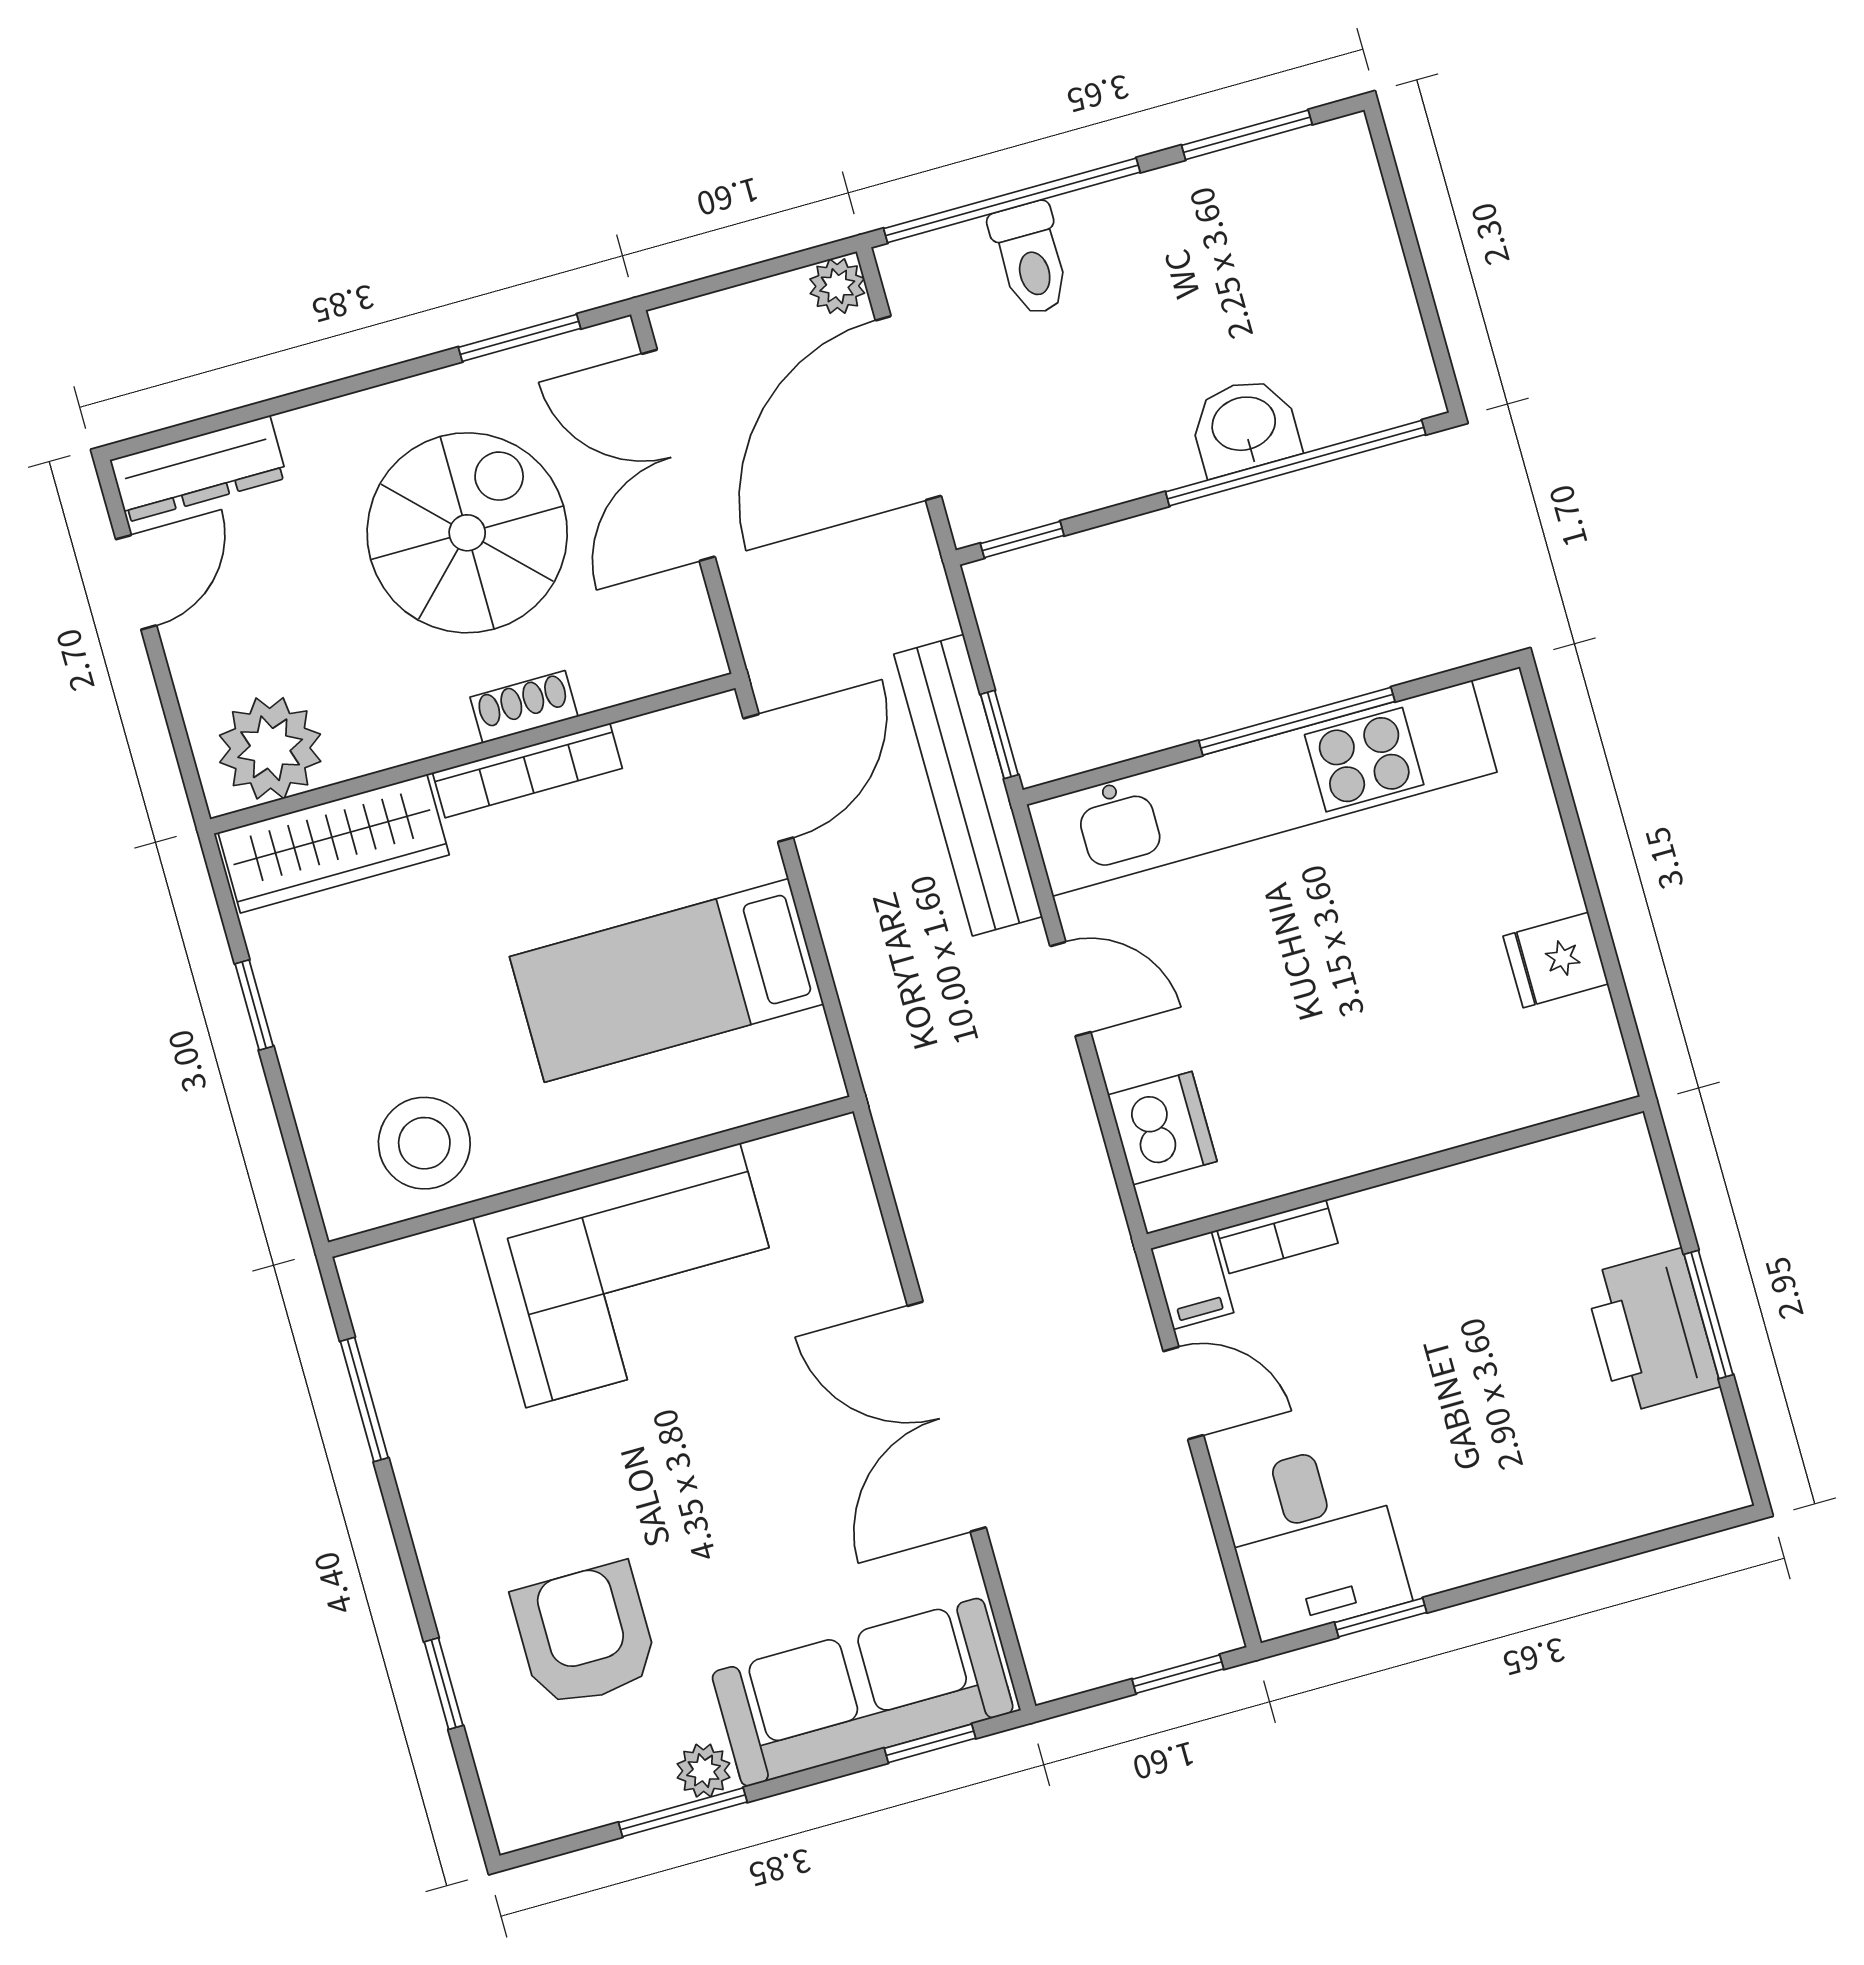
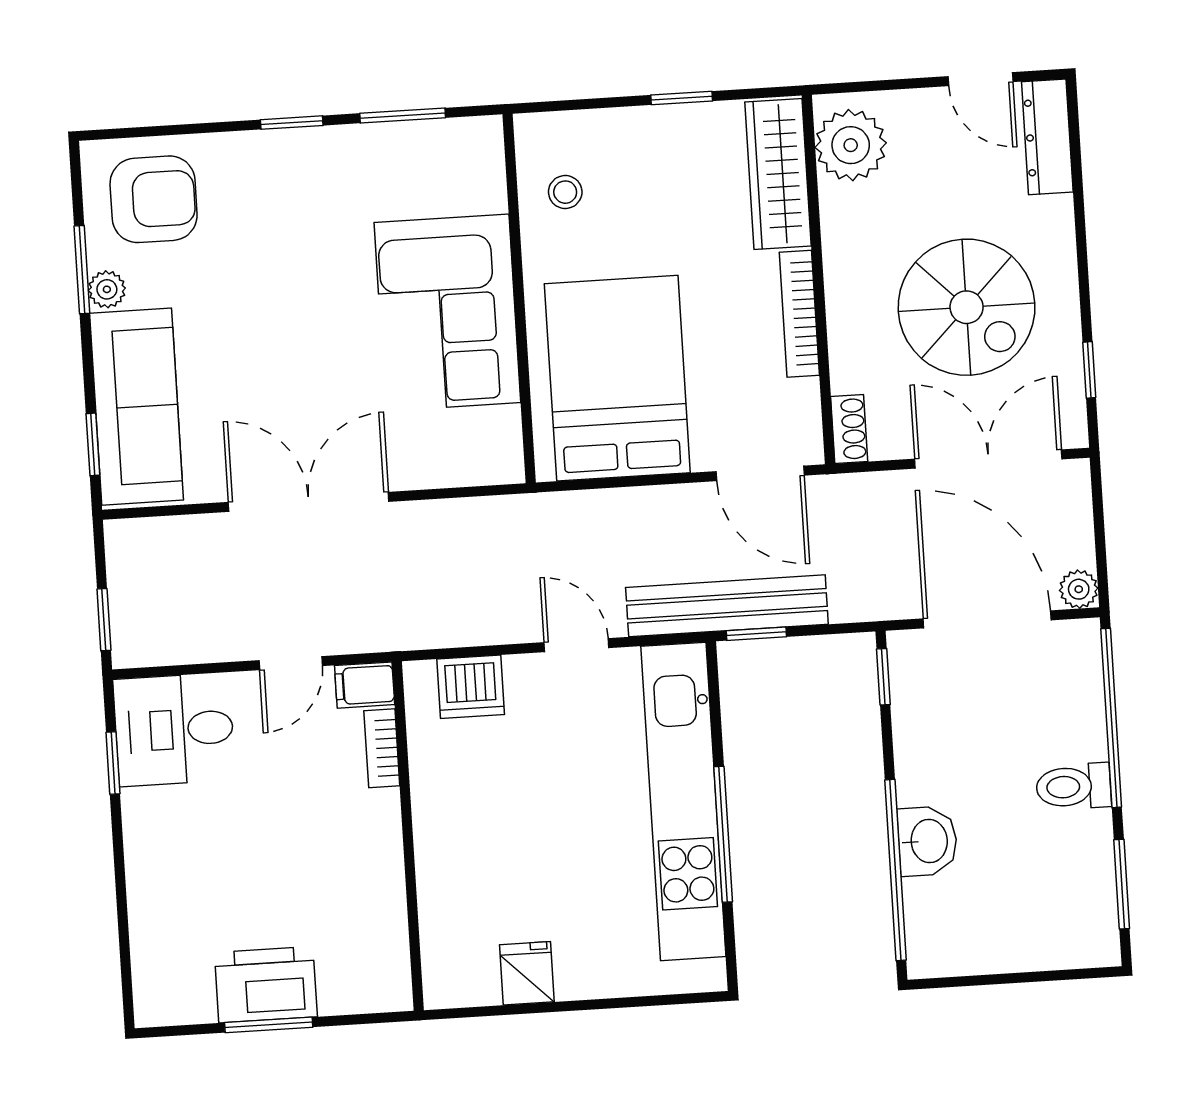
toilet: (1031, 259) -> (1074, 787), moved
window: (520, 338) -> (1089, 370), width x0.67
shoe rack: (524, 707) -> (849, 429), moved
bed: (667, 980) -> (617, 378), width x1.50
door: (1070, 989) -> (576, 645), swing flipped
stool: (424, 1143) -> (565, 192), width x0.53, depth x0.53
armchair: (585, 1635) -> (154, 199), moved
window: (444, 1684) -> (292, 123), moved

